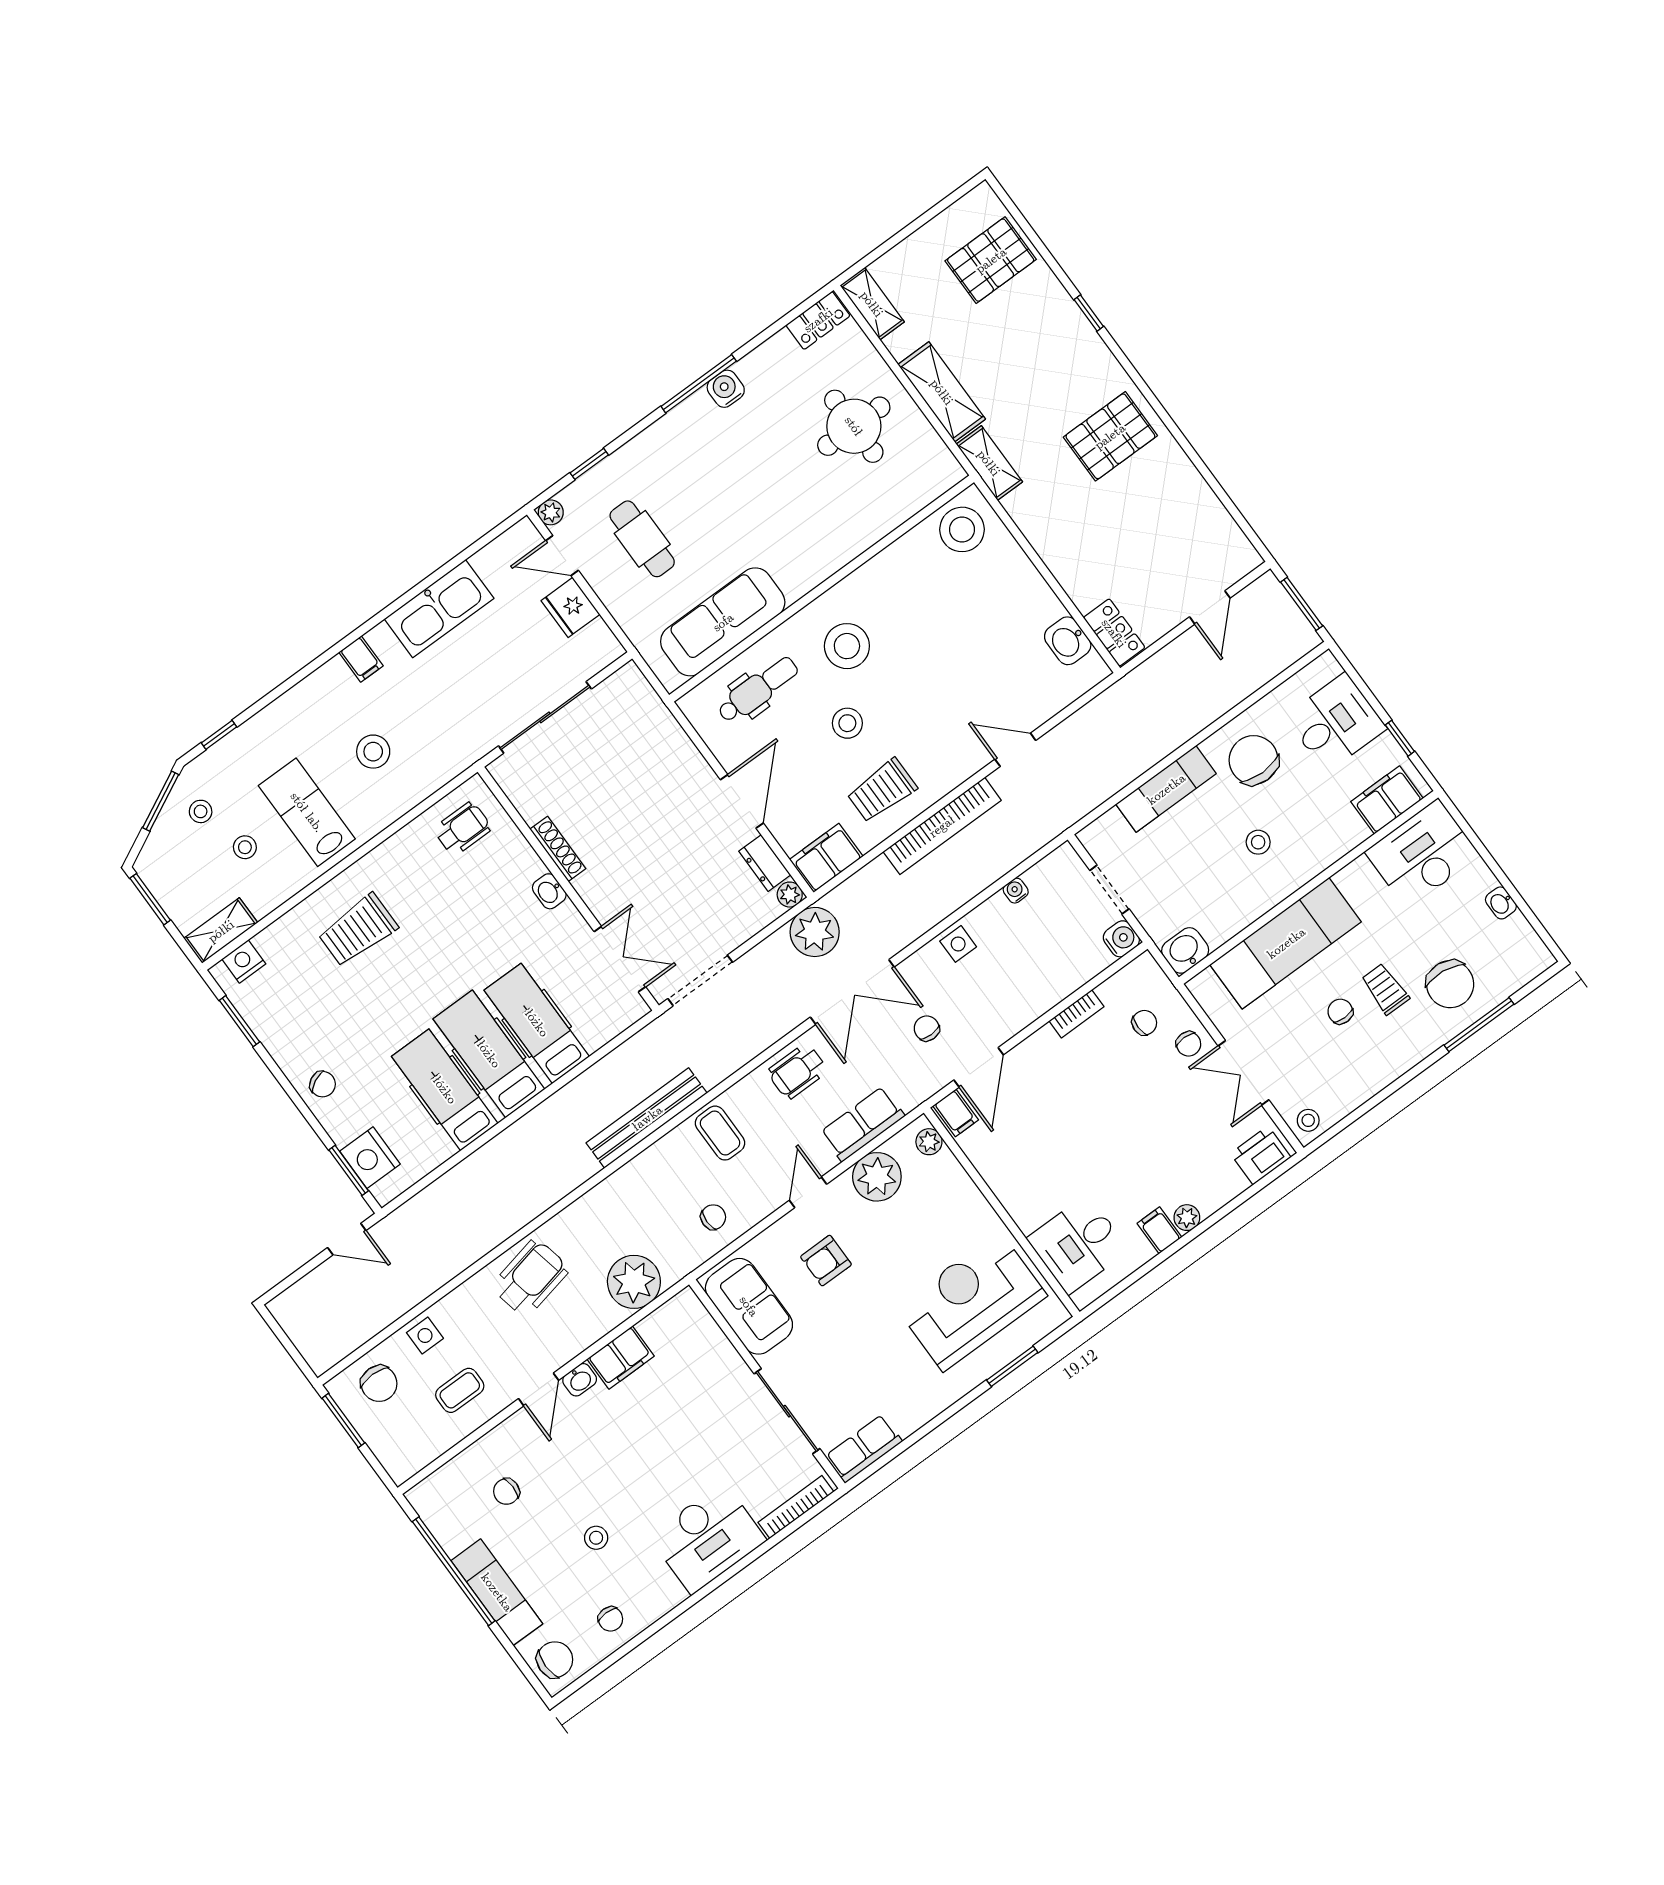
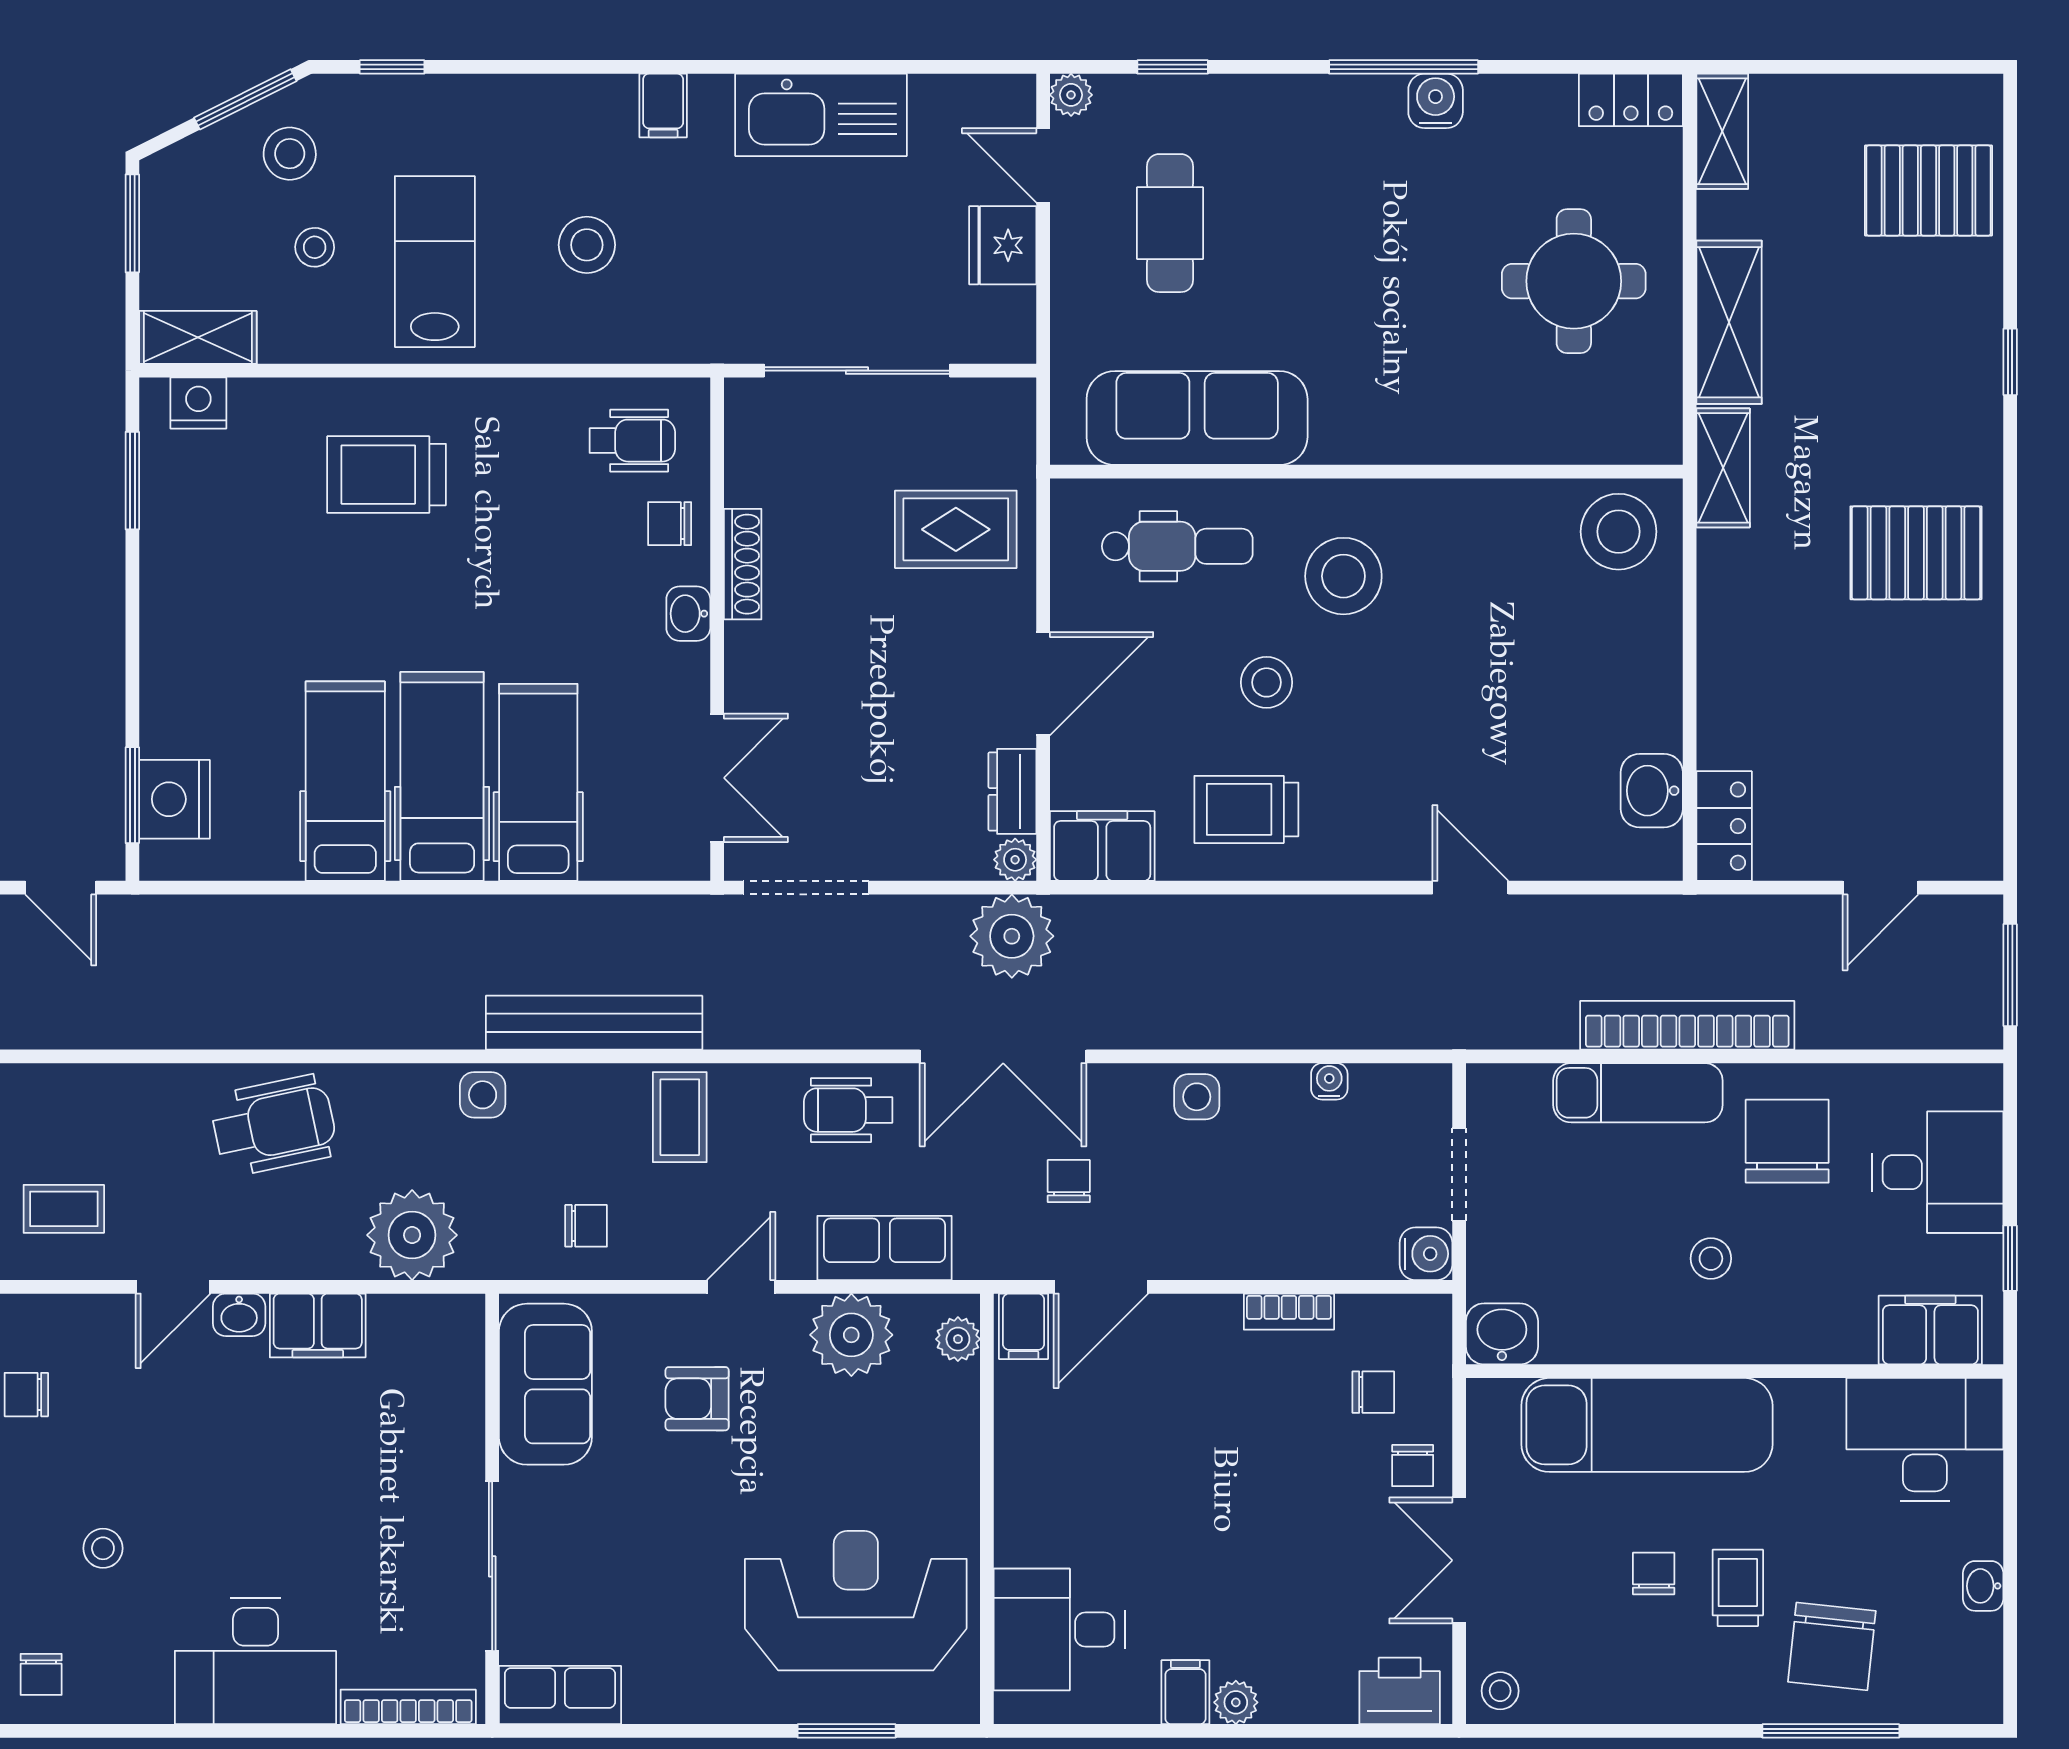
rug: (647, 758) -> (956, 529), added
stool: (201, 811) -> (290, 154), width x1.37, depth x1.37
bookcase: (942, 826) -> (1687, 1025), moved, turned 180
chair: (323, 1084) -> (670, 524), moved, turned 117
side table: (425, 1335) -> (483, 1095), moved

